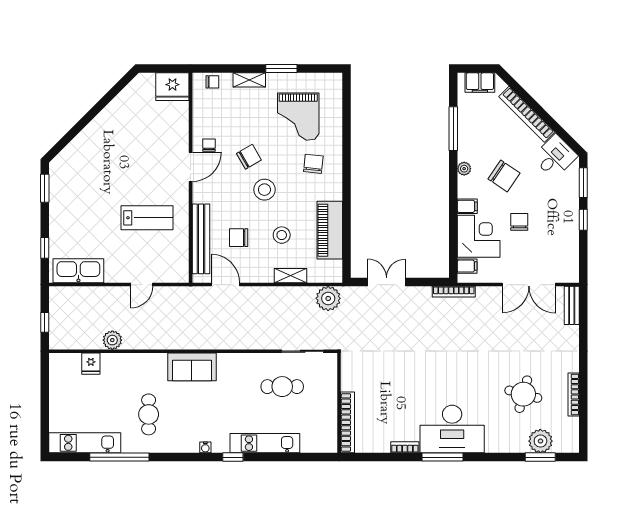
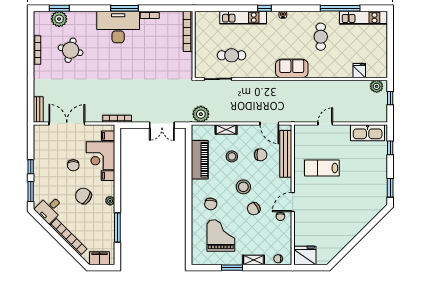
plant: (112, 340) -> (377, 86), moved

